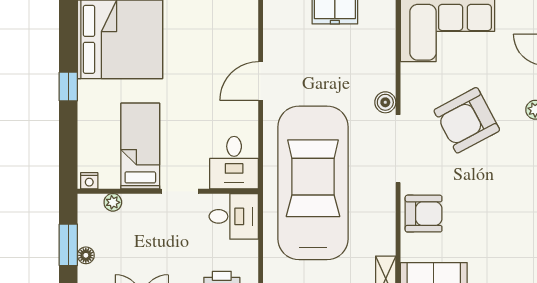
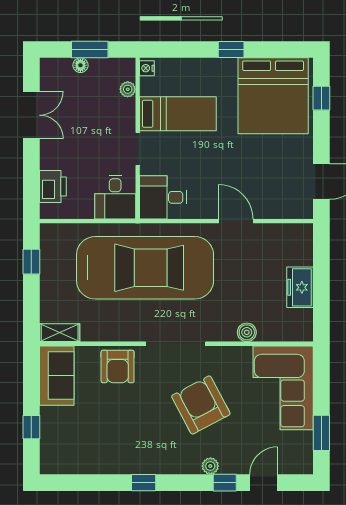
boiler: (385, 102) -> (247, 332), moved

